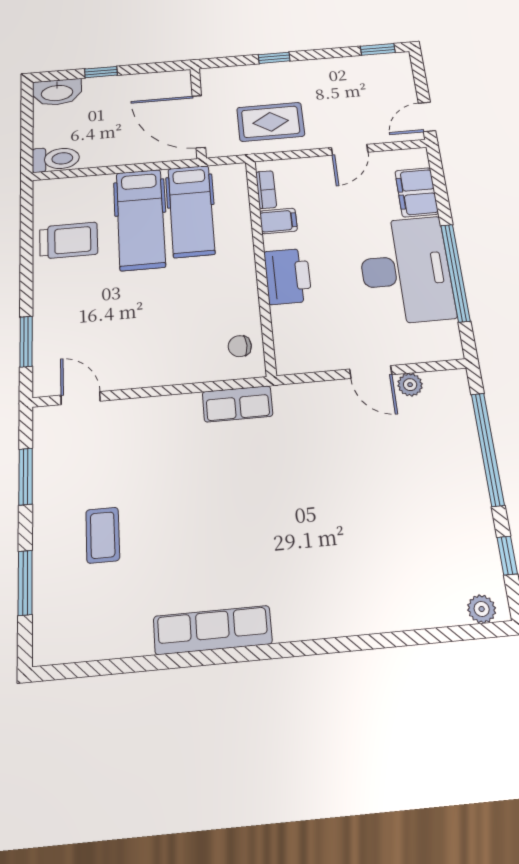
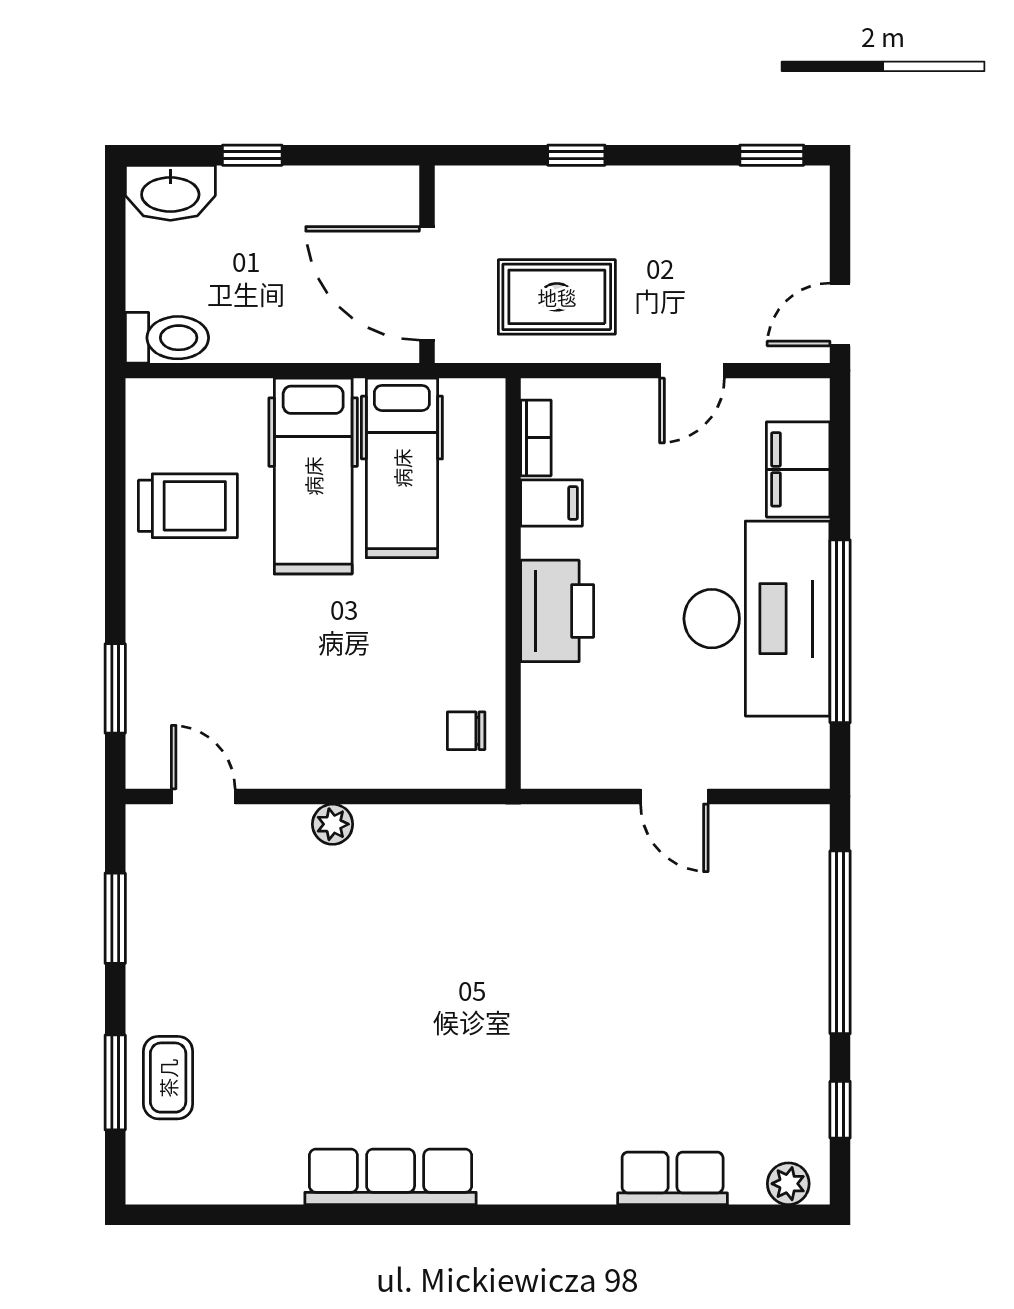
plant: (410, 385) -> (333, 824), moved
row of seats: (238, 404) -> (673, 1178), moved, turned 180
coffee table: (103, 535) -> (168, 1078), moved

